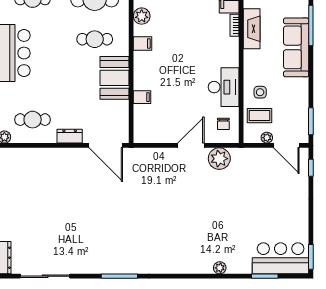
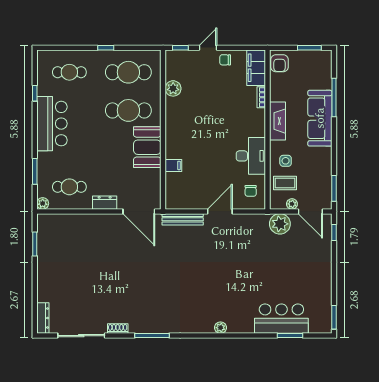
fireplace: (252, 29) -> (278, 121), moved
cafe table: (95, 39) -> (128, 110), width x1.37, depth x1.35
filing cabinet: (143, 43) -> (174, 115), removed
bench: (152, 154) -> (183, 219), added
plant: (219, 159) -> (280, 224), moved
bar counter: (281, 258) -> (281, 319), moved
plant: (220, 268) -> (220, 328), moved
shoe rack: (83, 269) -> (118, 329), added

